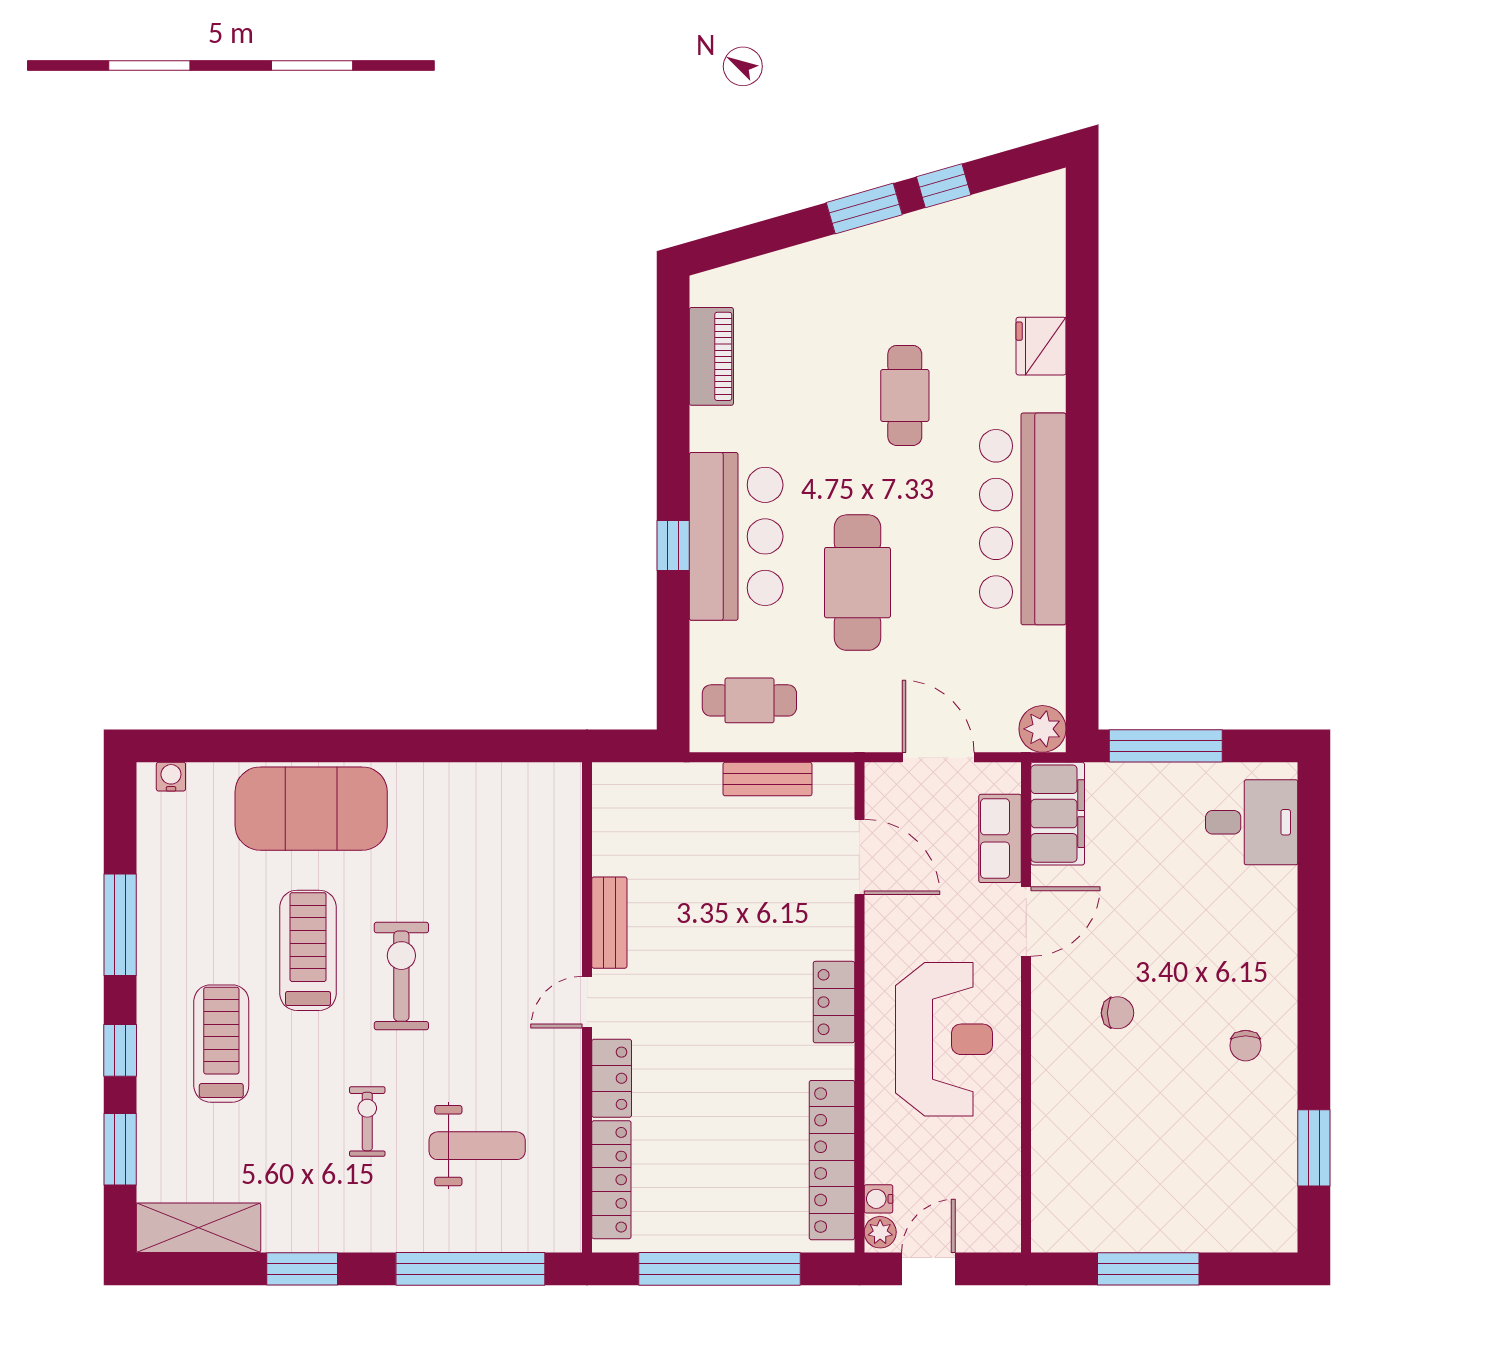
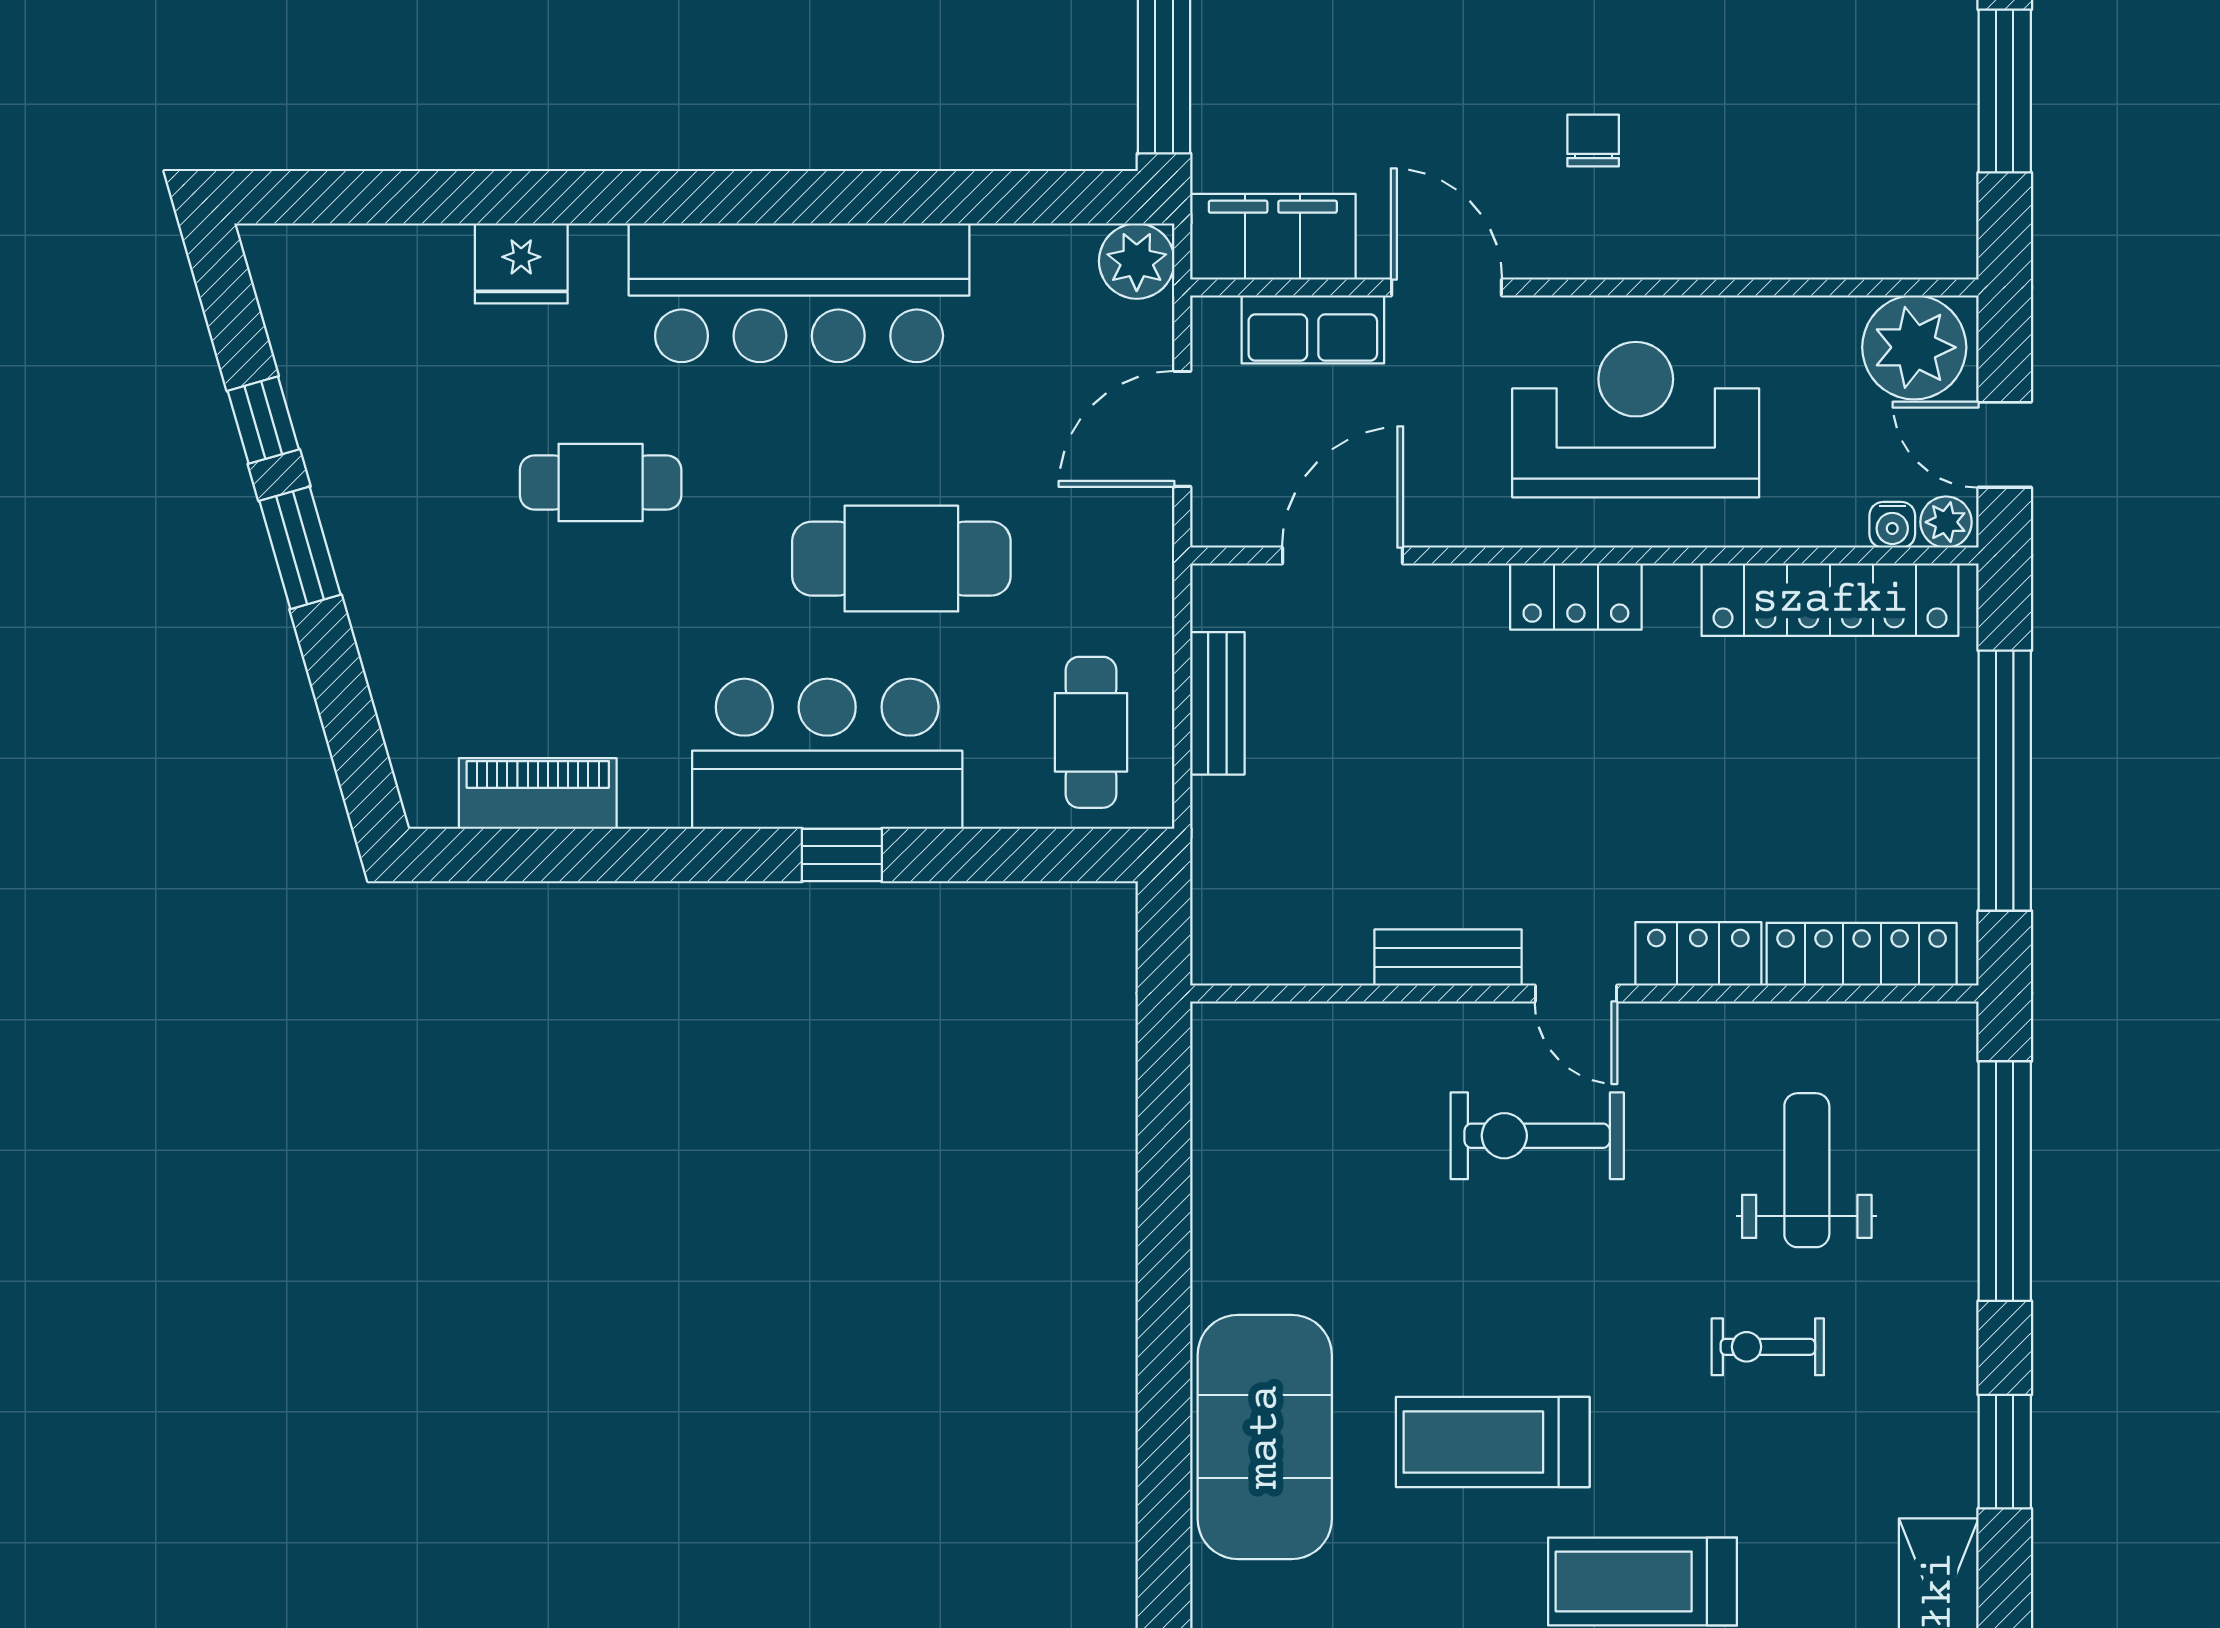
exercise bike: (401, 976) -> (1537, 1136), moved
plant: (989, 1213) -> (1914, 347), added

